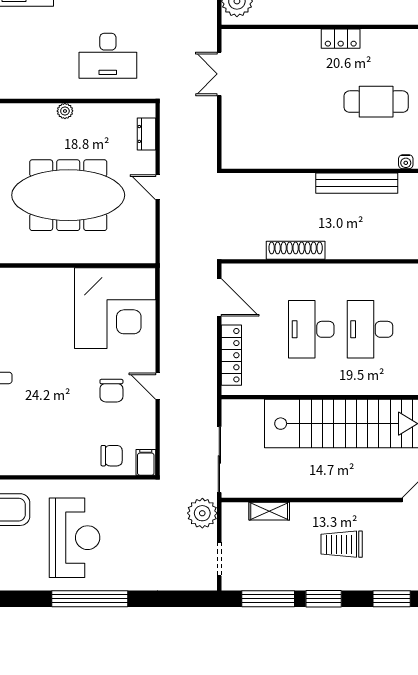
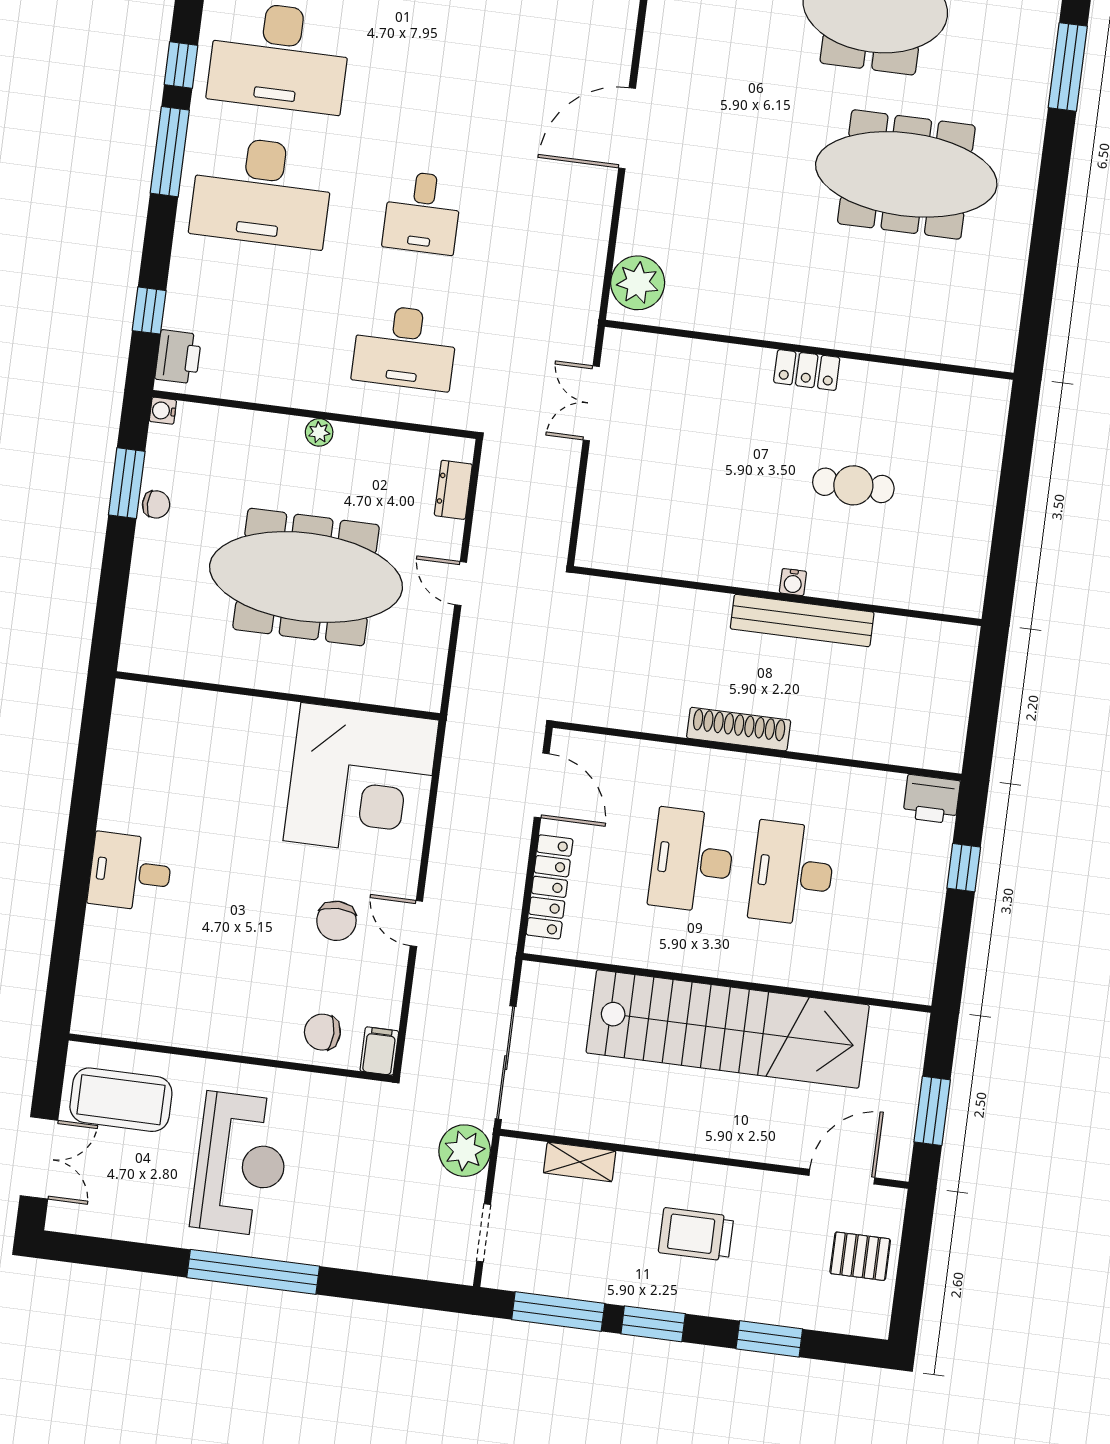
cafe table: (376, 102) -> (853, 485), width x0.73, depth x0.74
water cooler: (406, 162) -> (793, 582), moved
shoe rack: (296, 250) -> (739, 729), moved
chair: (112, 456) -> (322, 1032), turned 180

